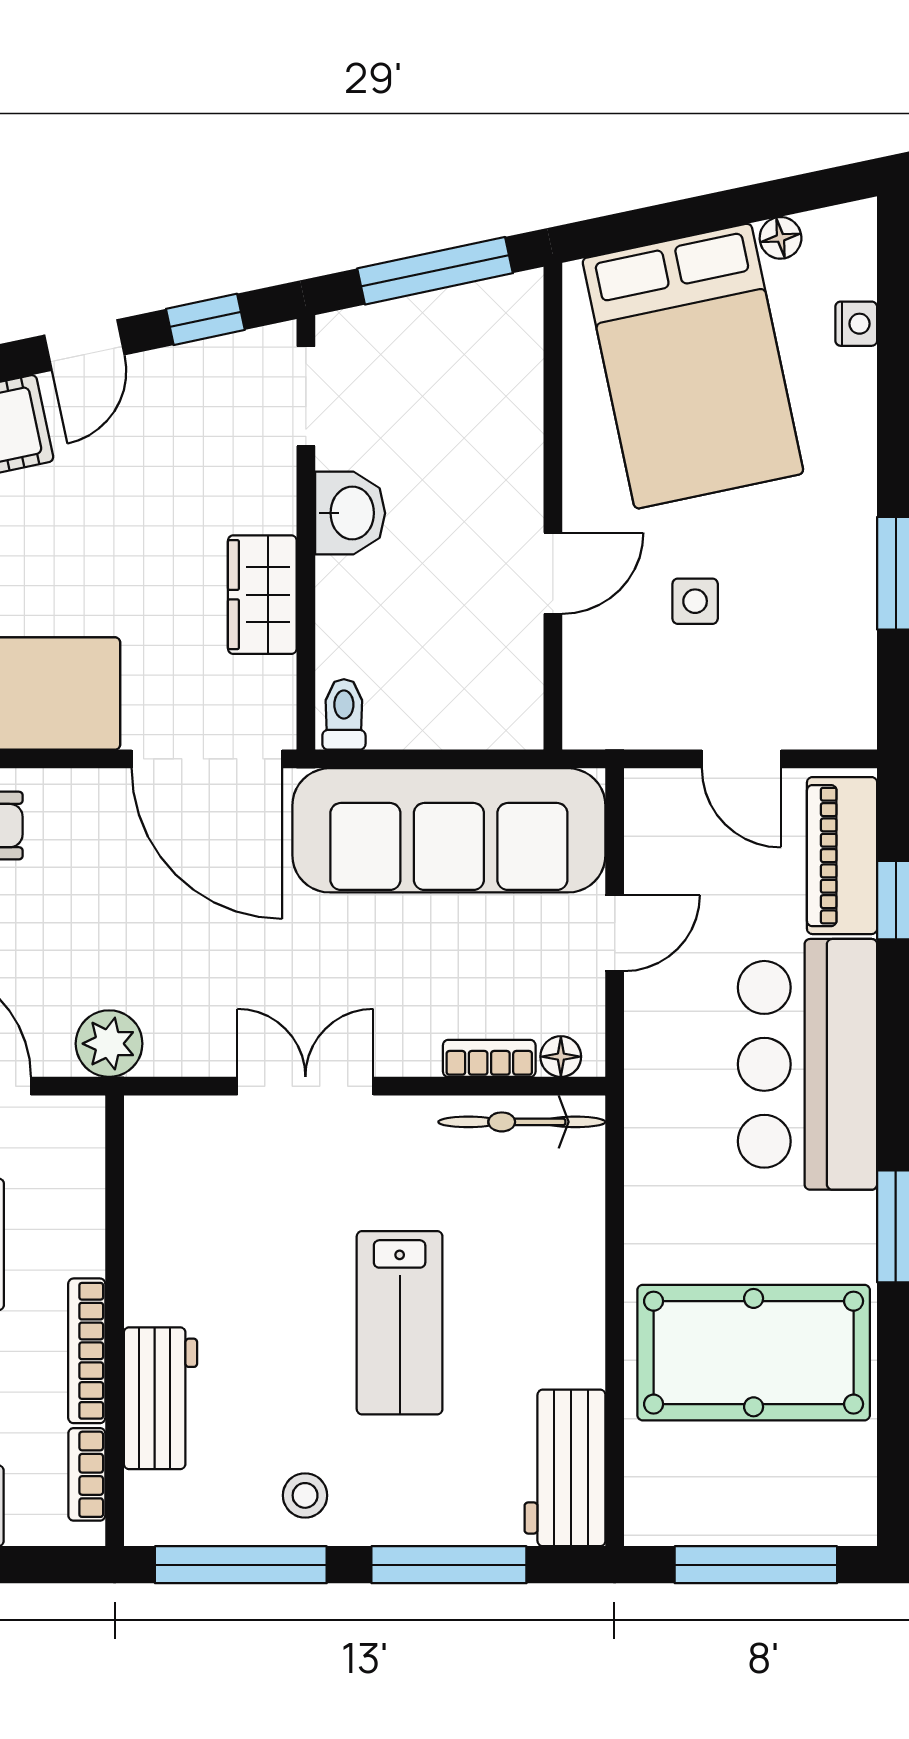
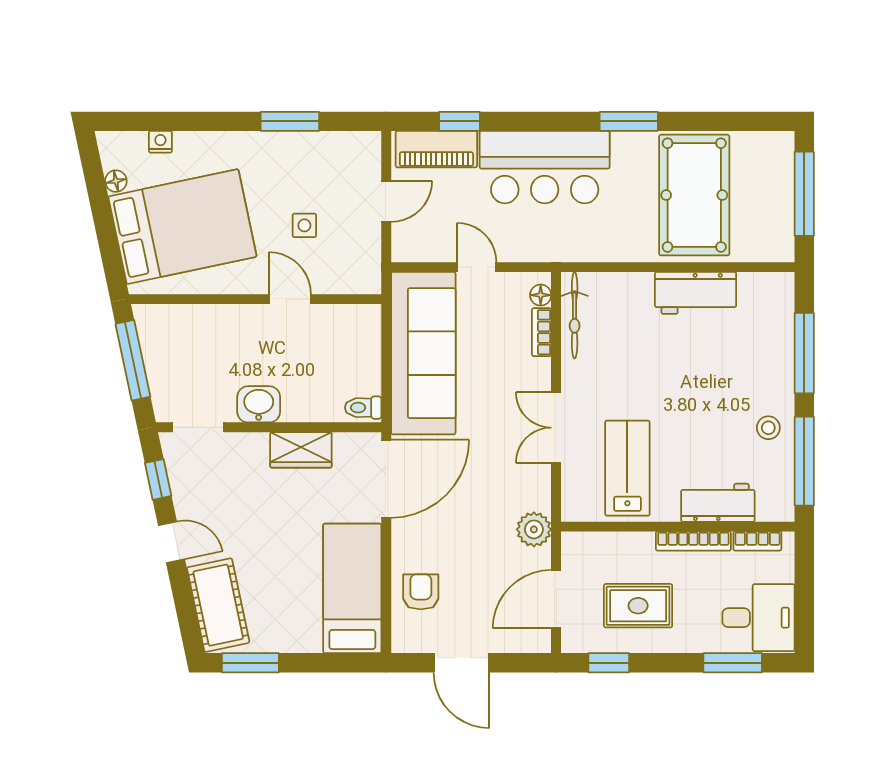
lab bench: (400, 1323) -> (627, 468), moved, turned -90
workbench: (565, 1468) -> (696, 293), moved

